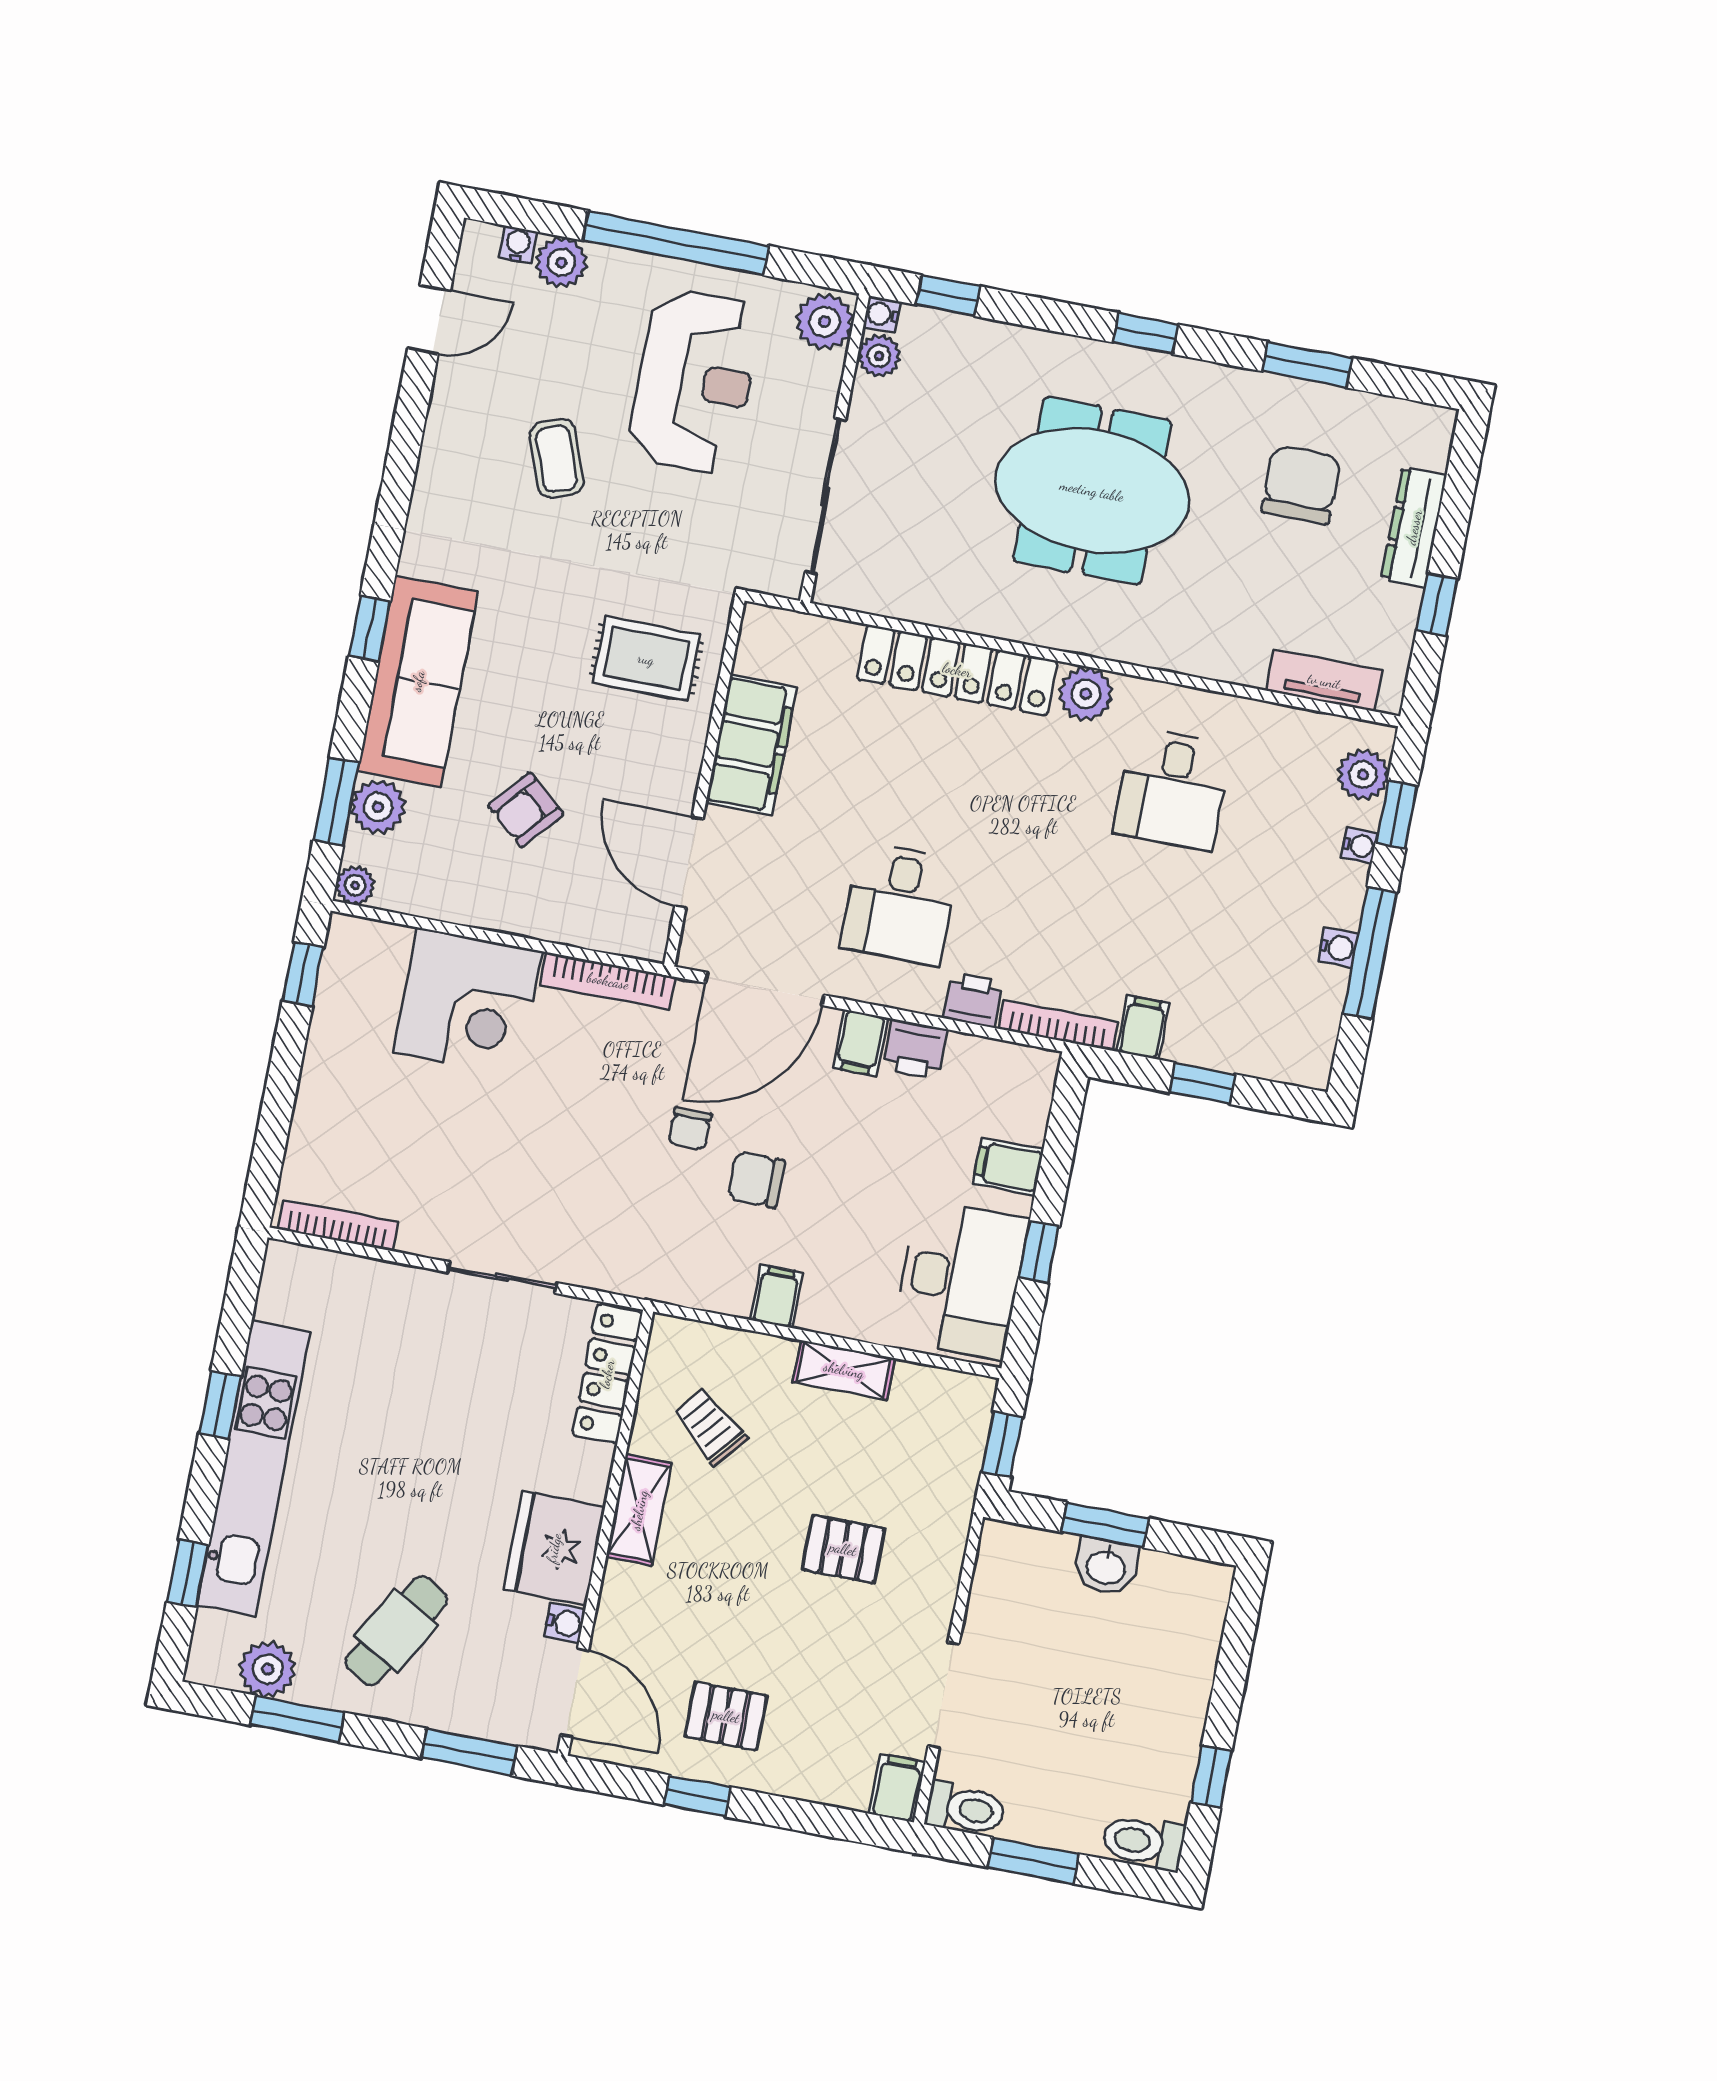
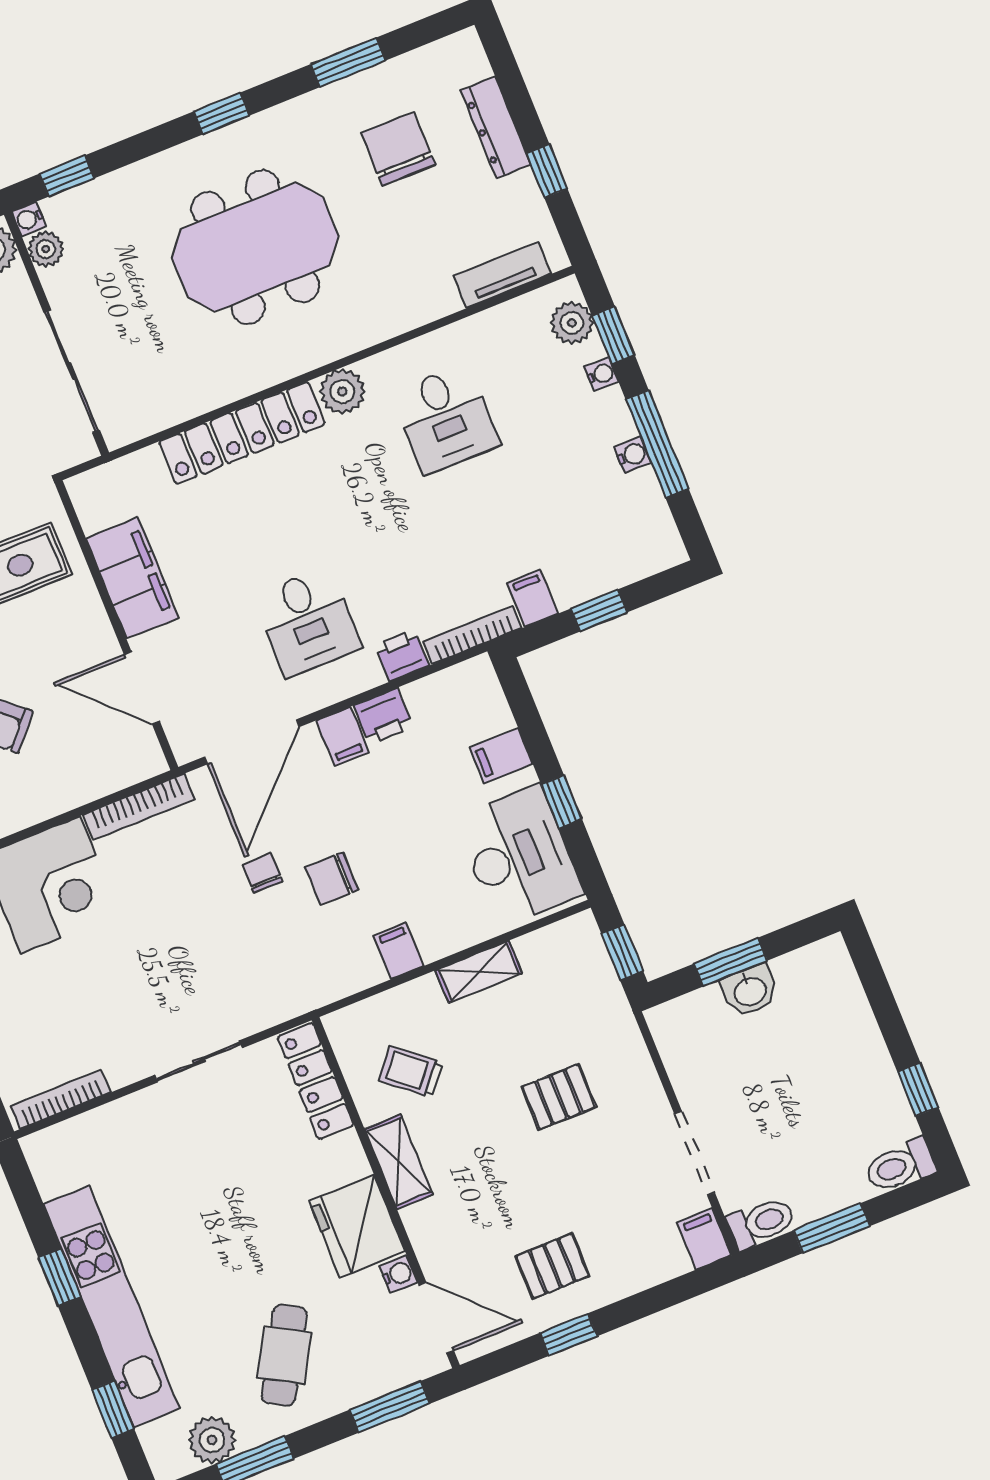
chair: (690, 1129) -> (262, 873), turned 180

